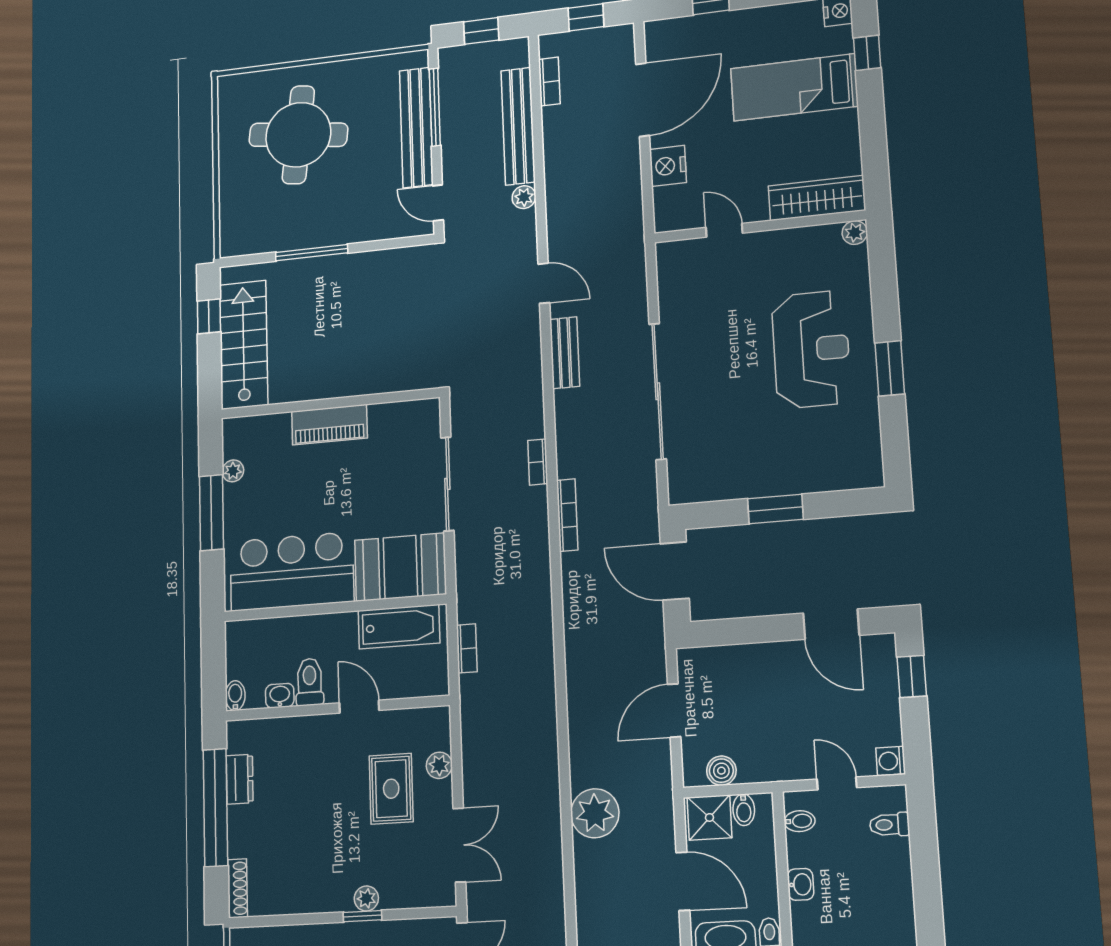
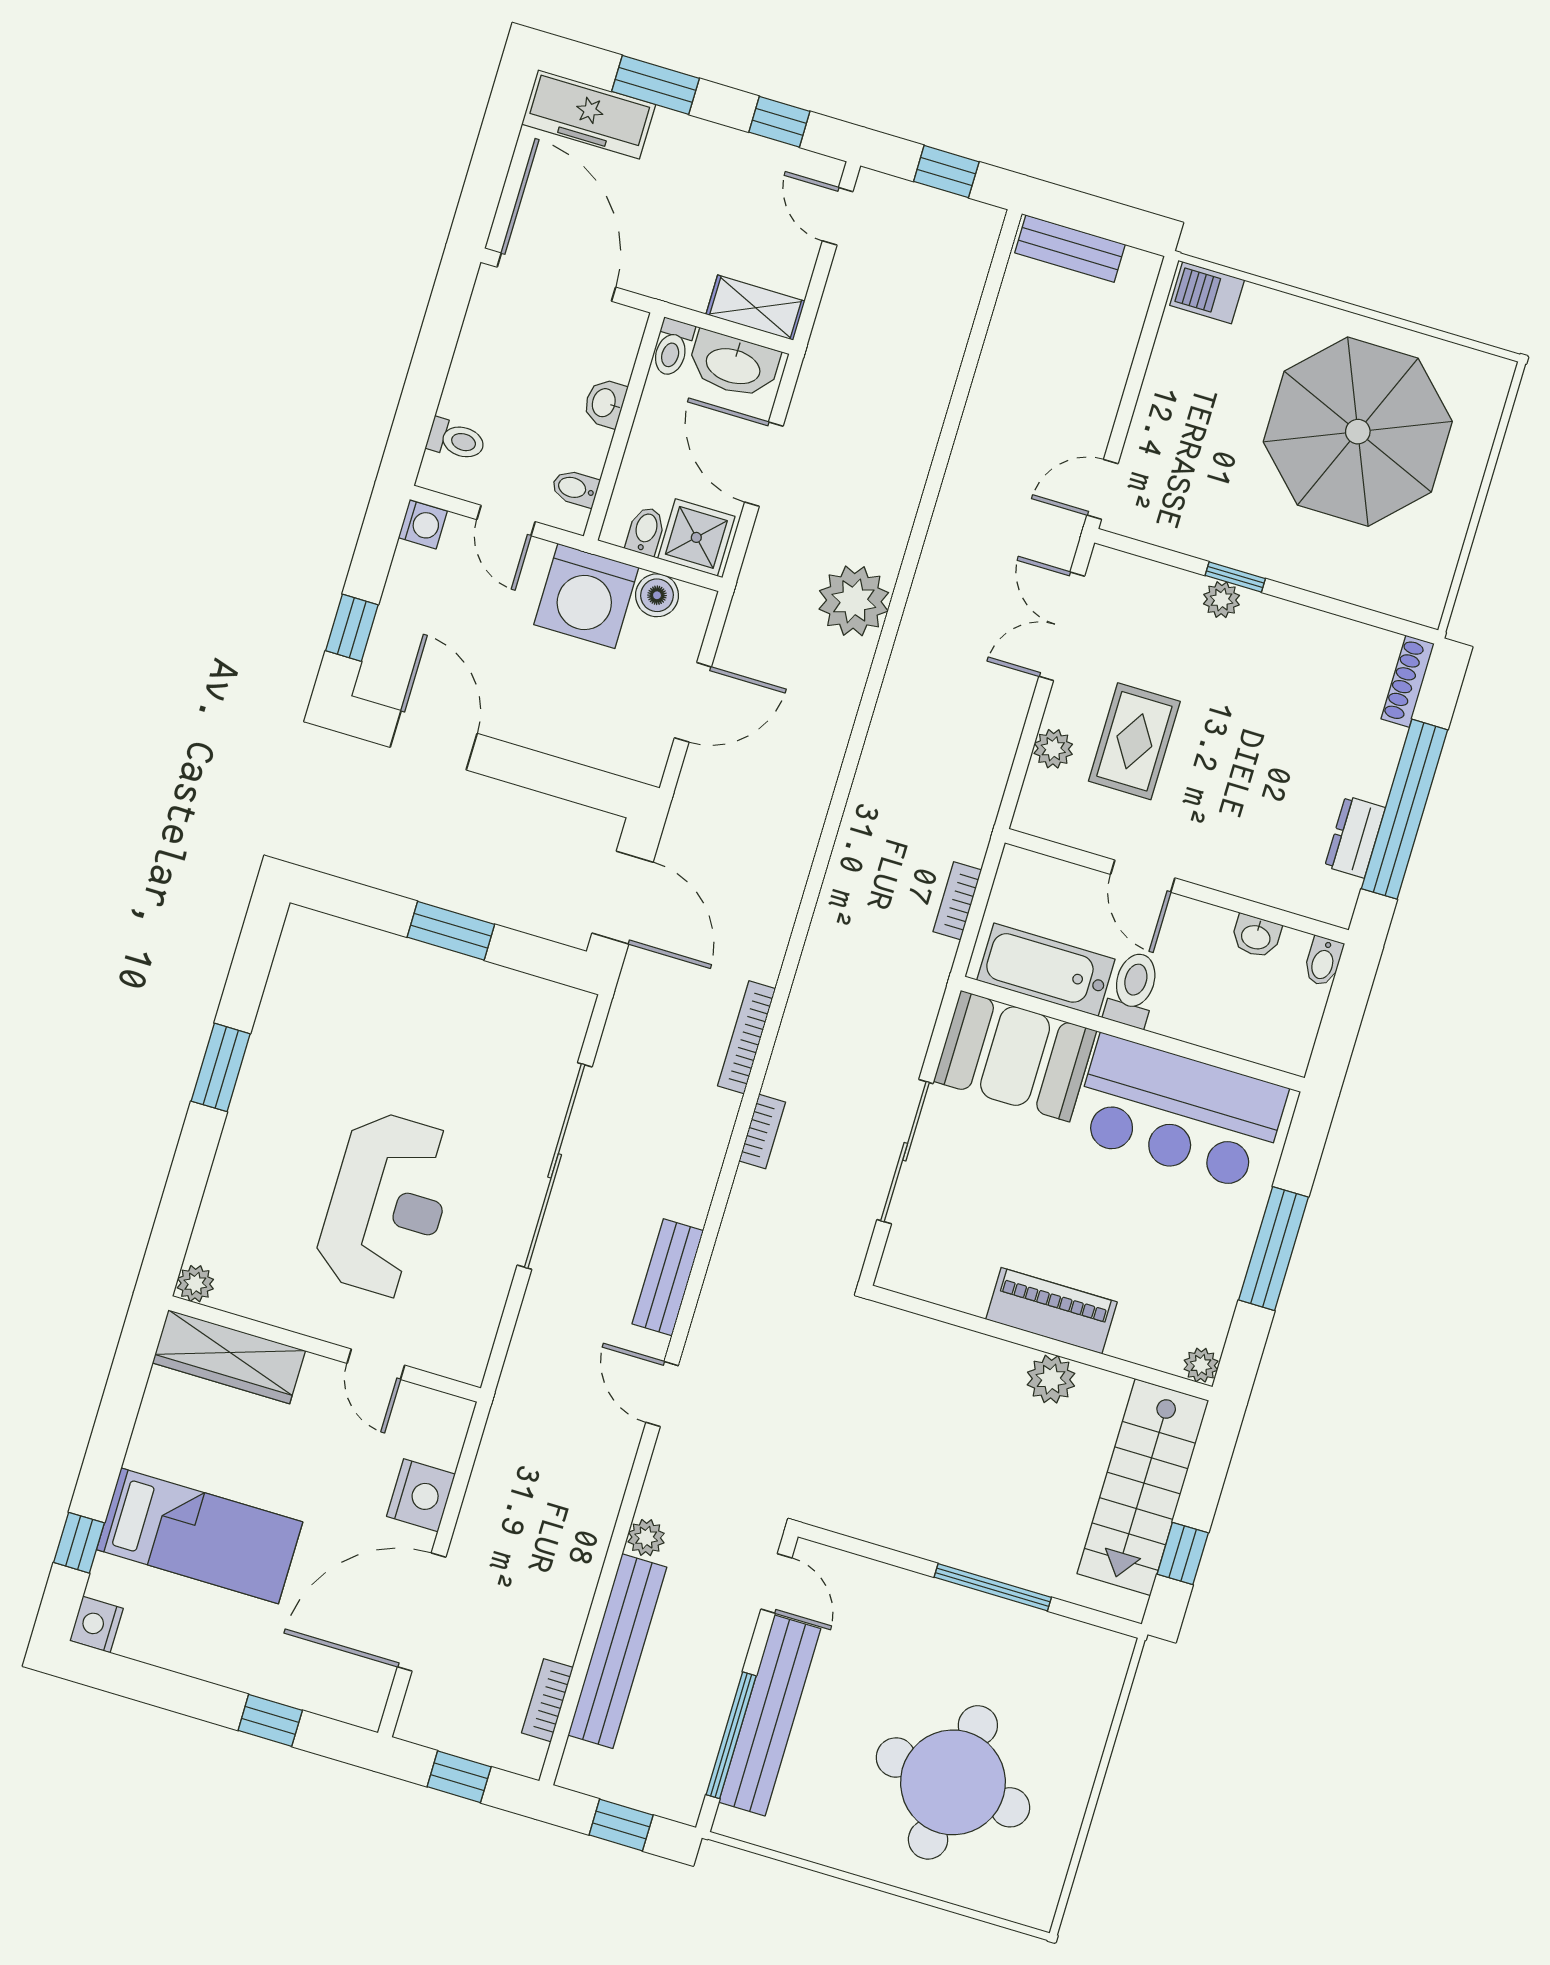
reception desk: (811, 349) -> (387, 1205), moved, turned 180
plant: (317, 385) -> (1051, 1379), added
plant: (233, 471) -> (1201, 1365), moved
toilet: (310, 682) -> (1133, 989), moved, turned 180
washing machine: (767, 753) -> (586, 596), added

